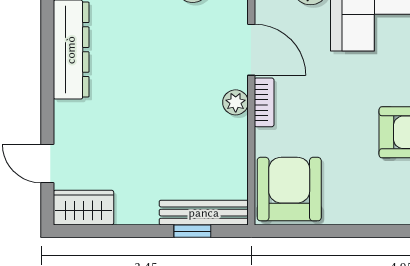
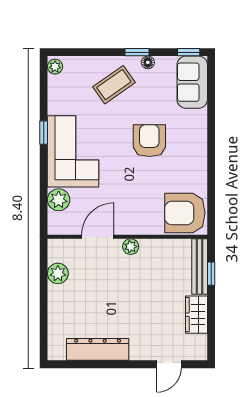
bookcase: (264, 102) -> (131, 229), removed
wardrobe: (84, 208) -> (196, 315), moved

